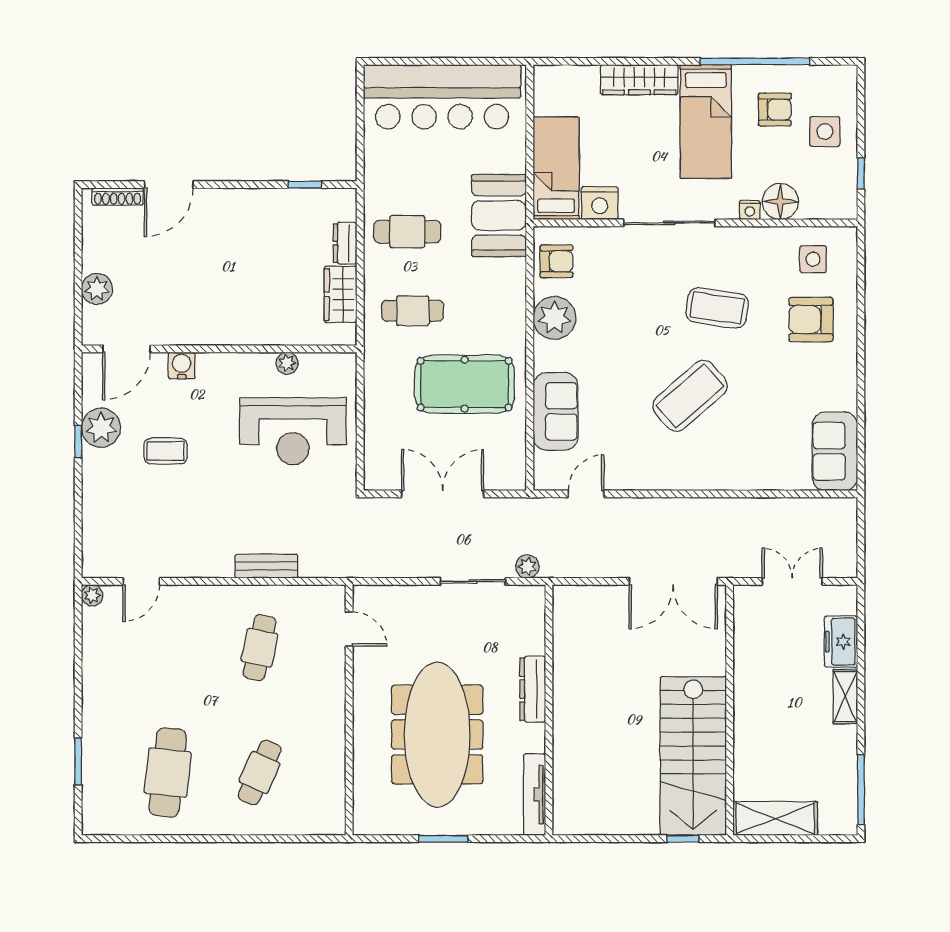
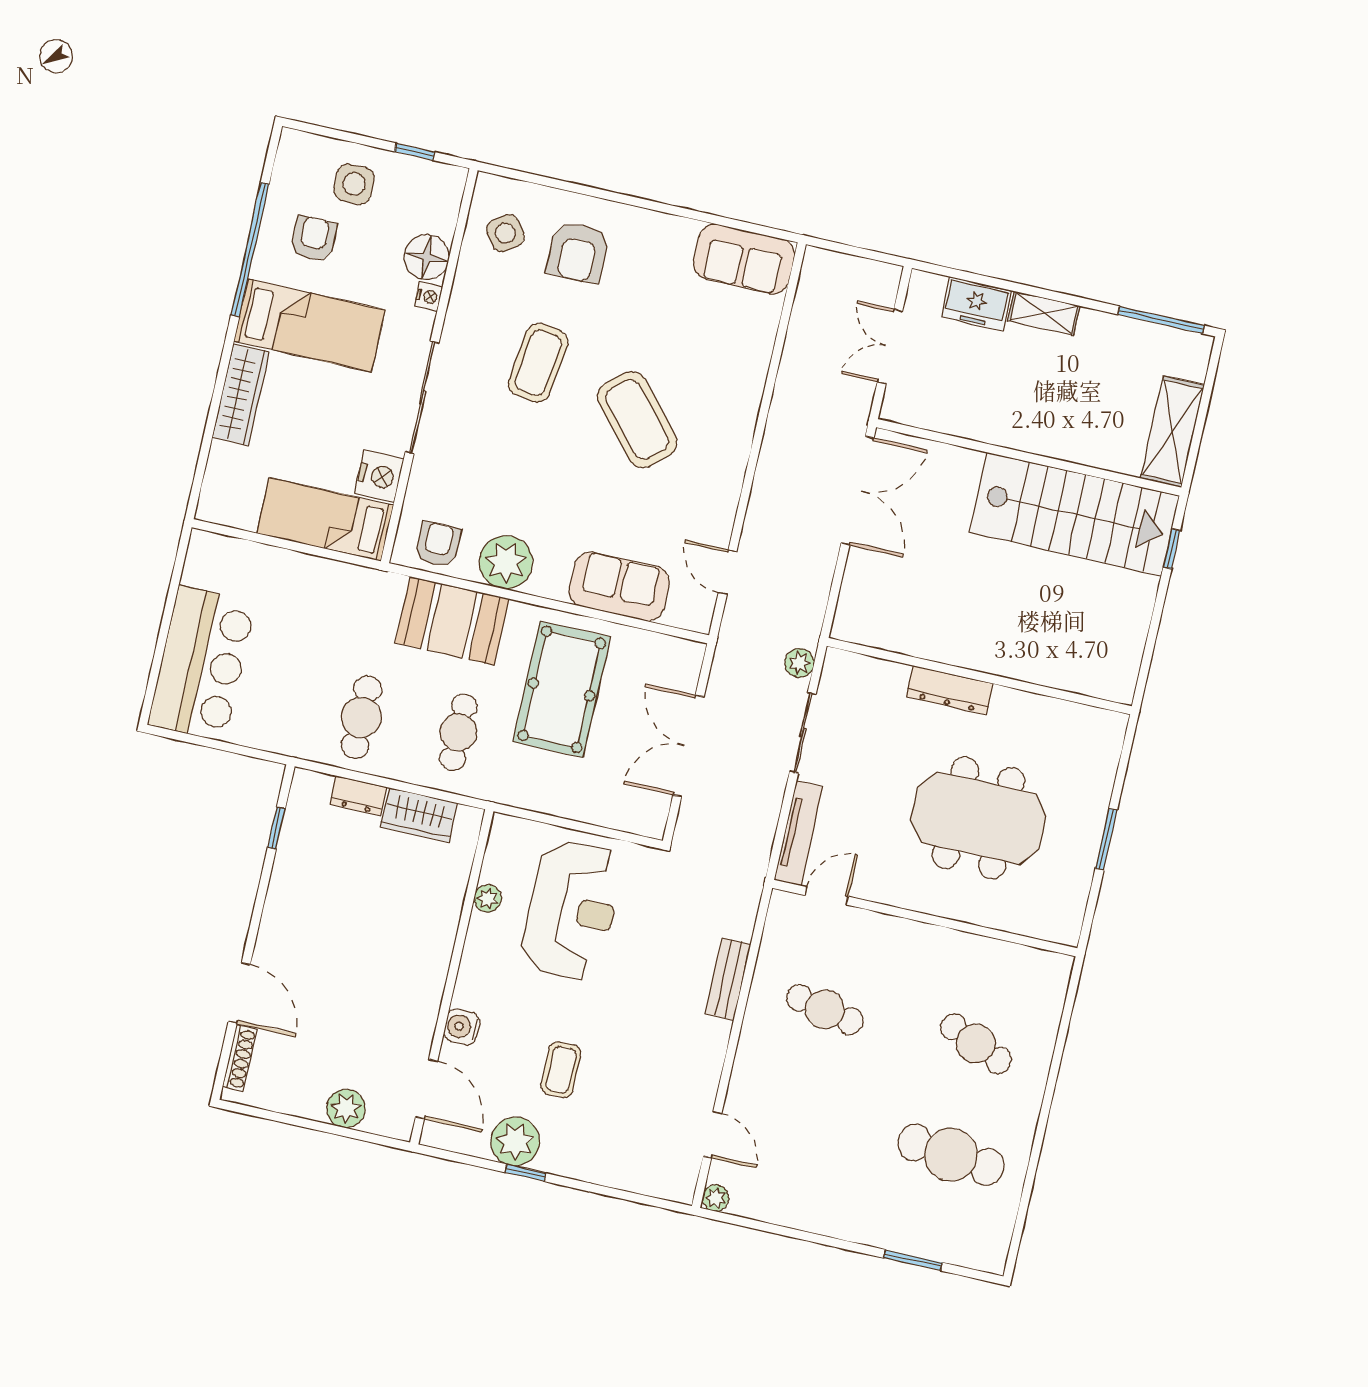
bar counter: (442, 97) -> (202, 664), width x0.73
booth: (499, 215) -> (452, 621), moved
side table: (813, 259) -> (505, 233), turned -36
meeting table: (437, 735) -> (978, 818), width x0.73
tv unit: (535, 795) -> (798, 833), moved, turned -90

